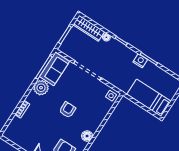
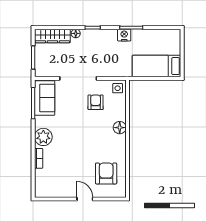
plant: (41, 88) -> (43, 137), moved
armchair: (67, 110) -> (96, 102), moved
floor lamp: (87, 136) -> (120, 128), moved

